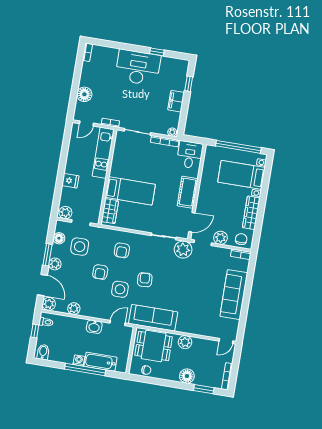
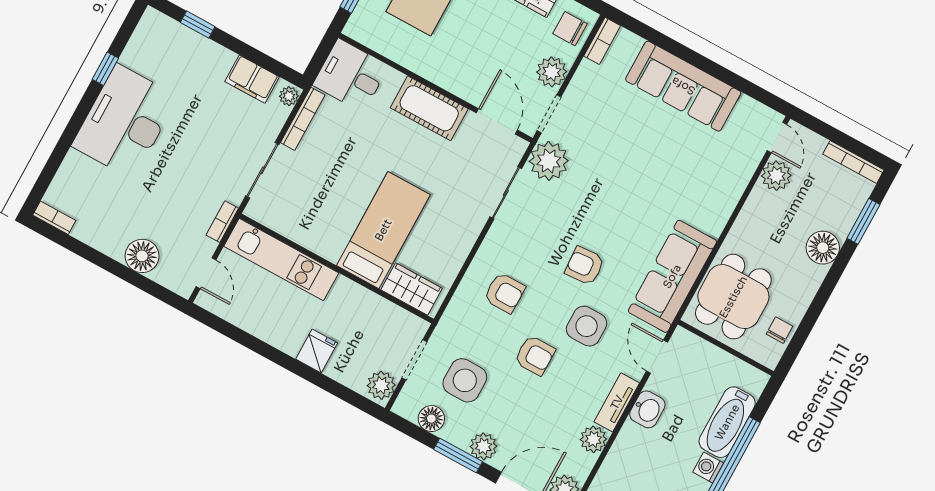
filing cabinet: (176, 101) -> (252, 79), moved
tv unit: (93, 313) -> (617, 402), added
plant: (185, 342) -> (776, 176), moved

